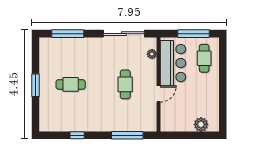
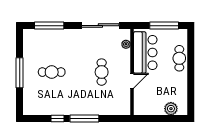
cafe table: (204, 58) -> (179, 58), moved
window: (35, 85) -> (20, 73), width x1.44
window: (127, 135) -> (84, 119), moved

